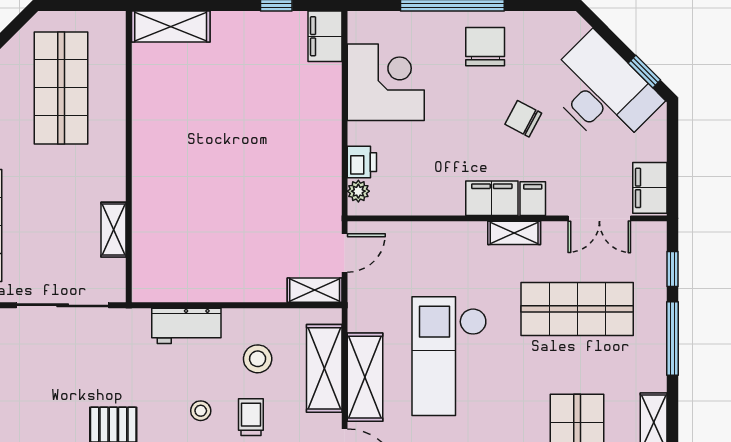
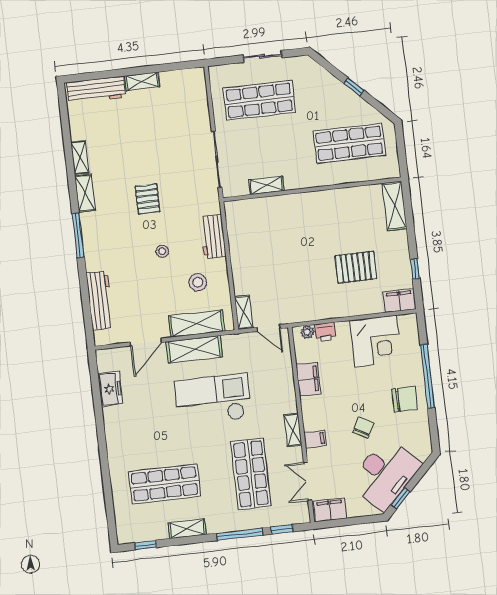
pallet: (263, 100) -> (356, 267), added
filing cabinet: (492, 198) -> (308, 379), moved
trolley: (251, 417) -> (162, 282), removed

